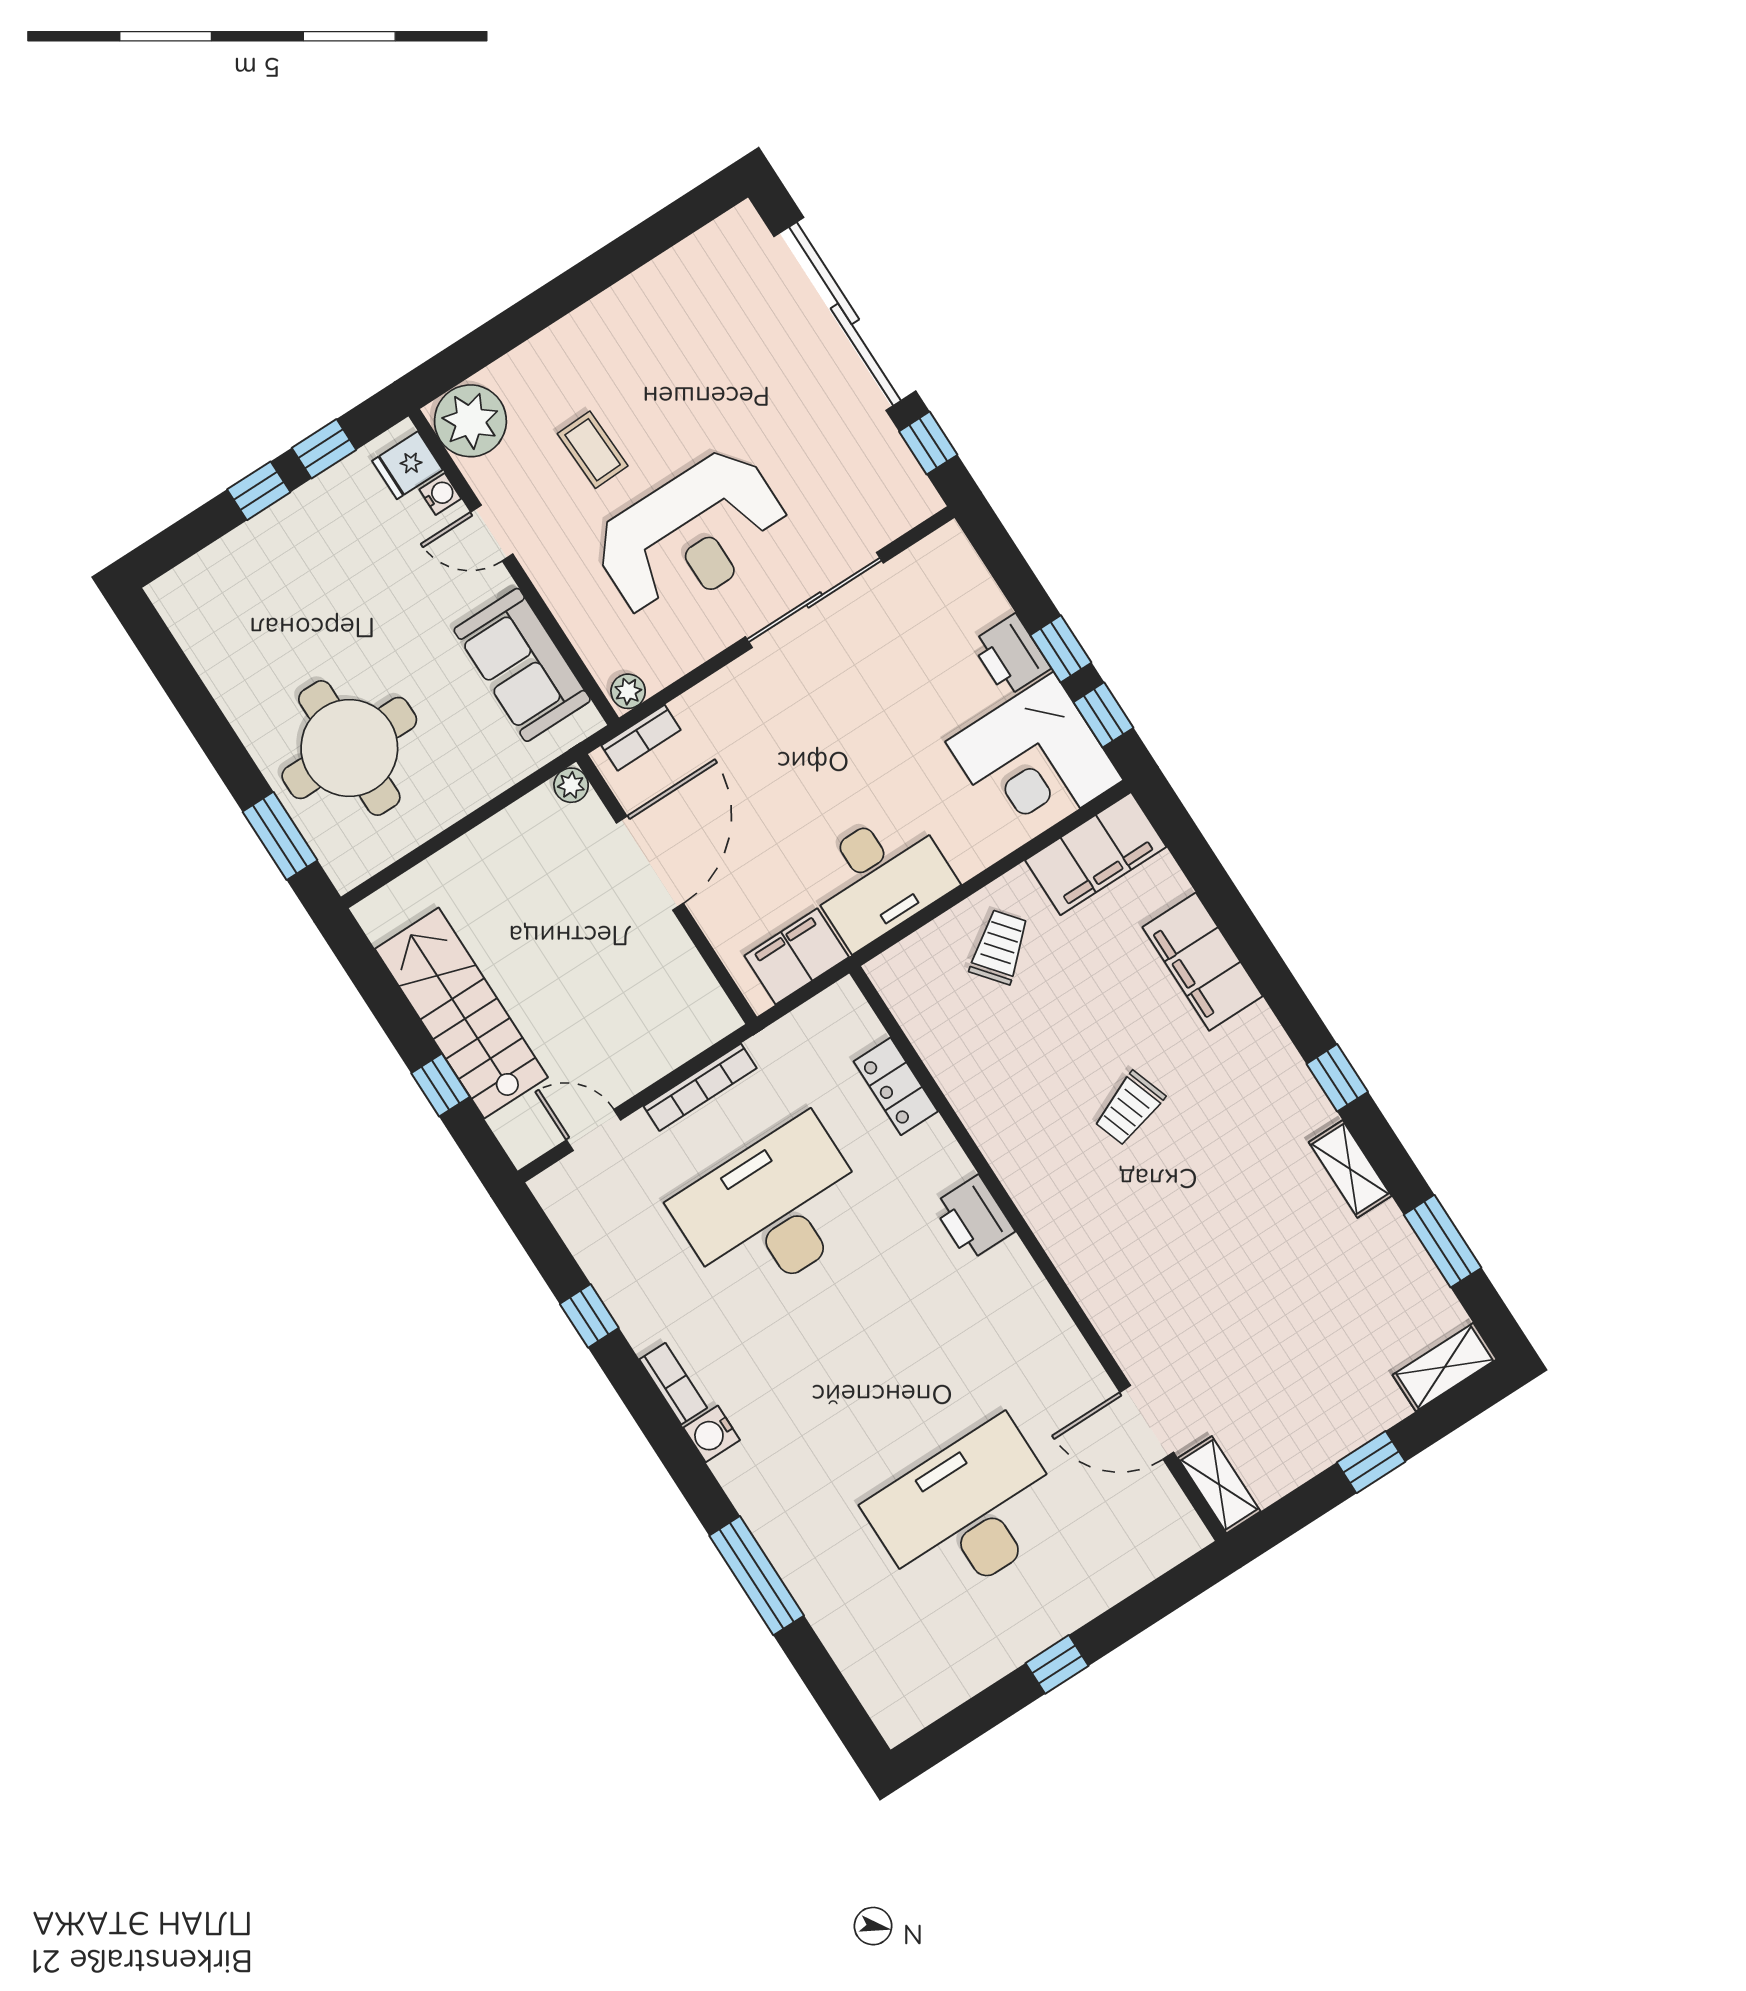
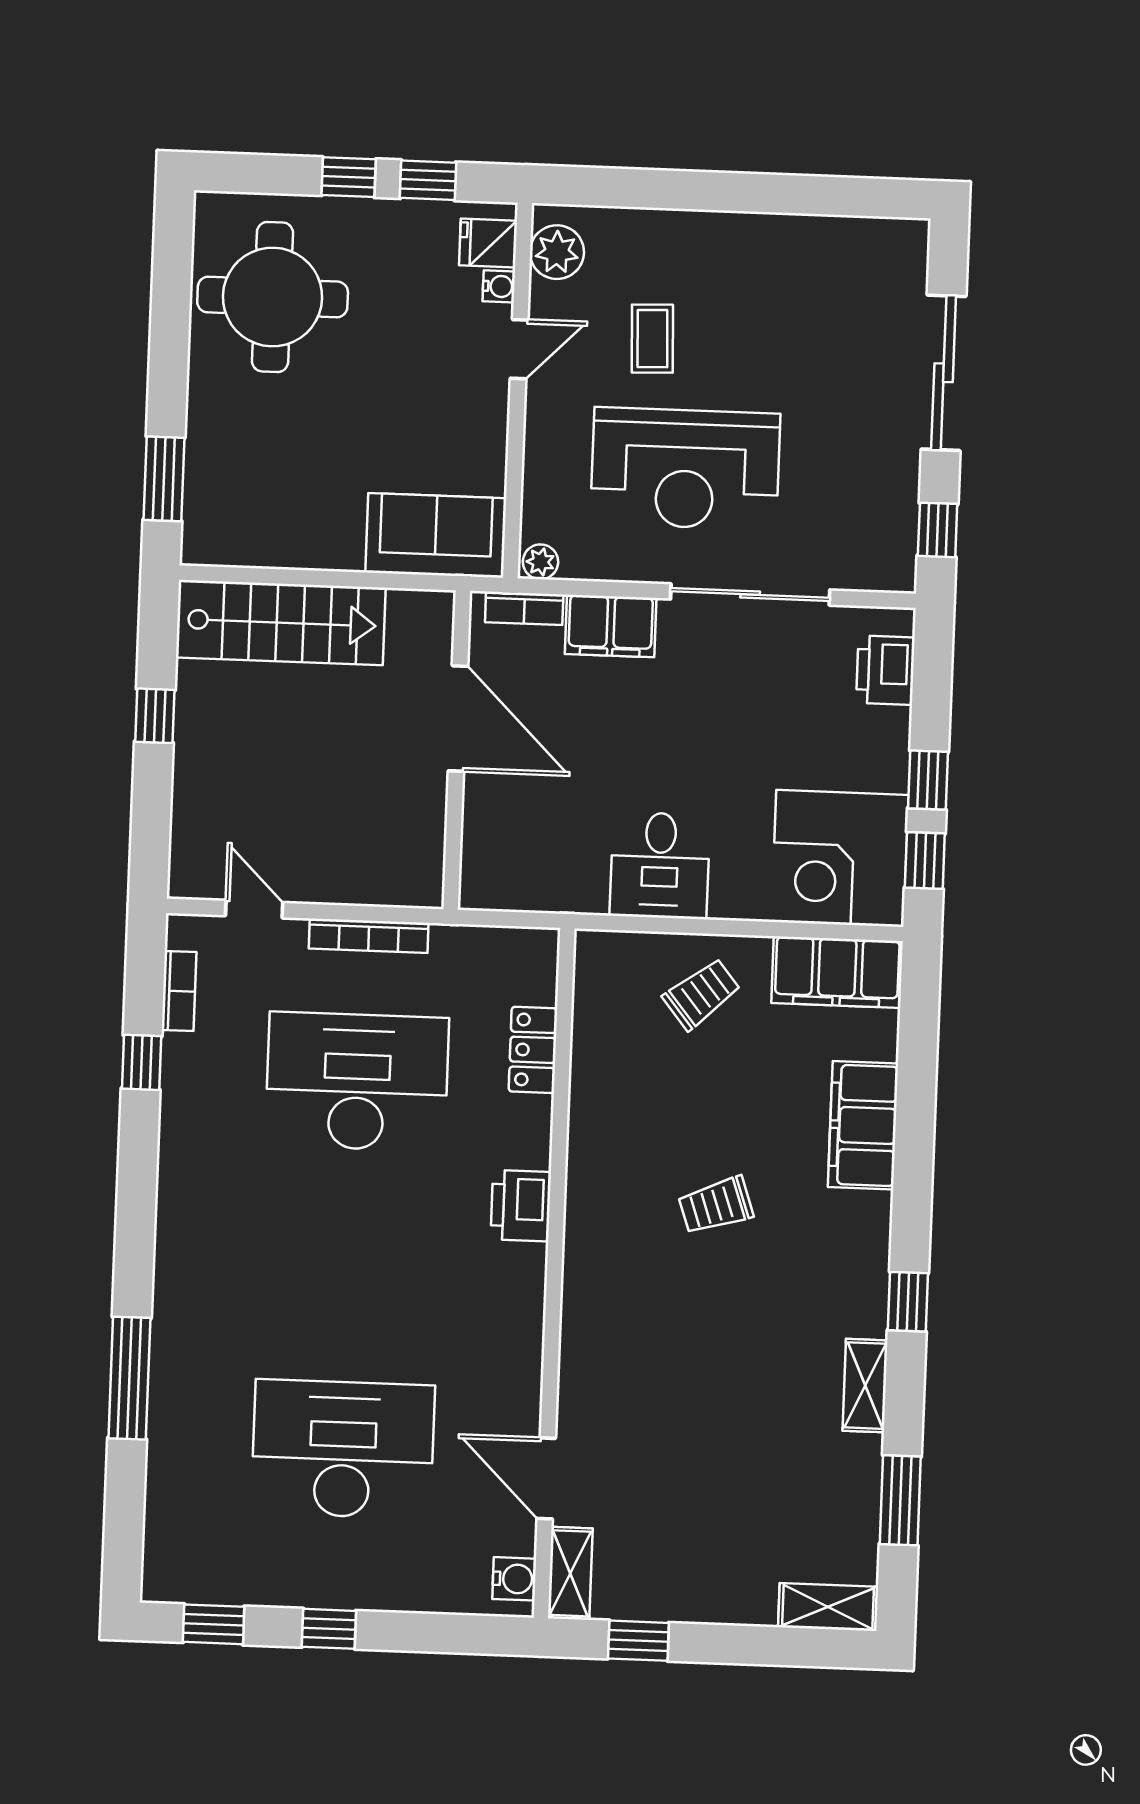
sliding door: (845, 314) -> (944, 373), width x0.73
plant: (470, 421) -> (557, 252), width x0.73, depth x0.73
door: (492, 533) -> (519, 349), swing flipped
printer: (1011, 655) -> (885, 670), moved
sofa: (522, 665) -> (436, 535), moved, turned 90
round table: (349, 748) -> (273, 297), moved
plant: (571, 785) -> (438, 607), removed
door: (650, 863) -> (458, 719), hinge flipped
desk: (879, 877) -> (660, 865), width x0.73
filing cabinet: (797, 956) -> (611, 626), moved, turned 180
stairs: (461, 1013) -> (281, 623), moved, turned 90
window: (441, 1085) -> (155, 716), moved
bookcase: (673, 1384) -> (179, 991), moved
water cooler: (712, 1434) -> (514, 1579), moved, turned 180
window: (1371, 1462) -> (638, 1641), moved
window: (962, 1726) -> (214, 1624), added

